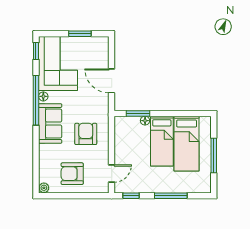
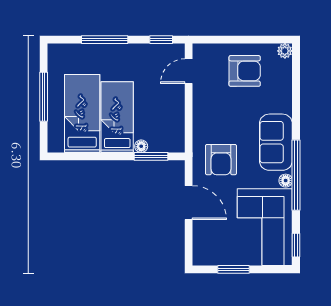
armchair: (86, 134) -> (221, 160), moved

